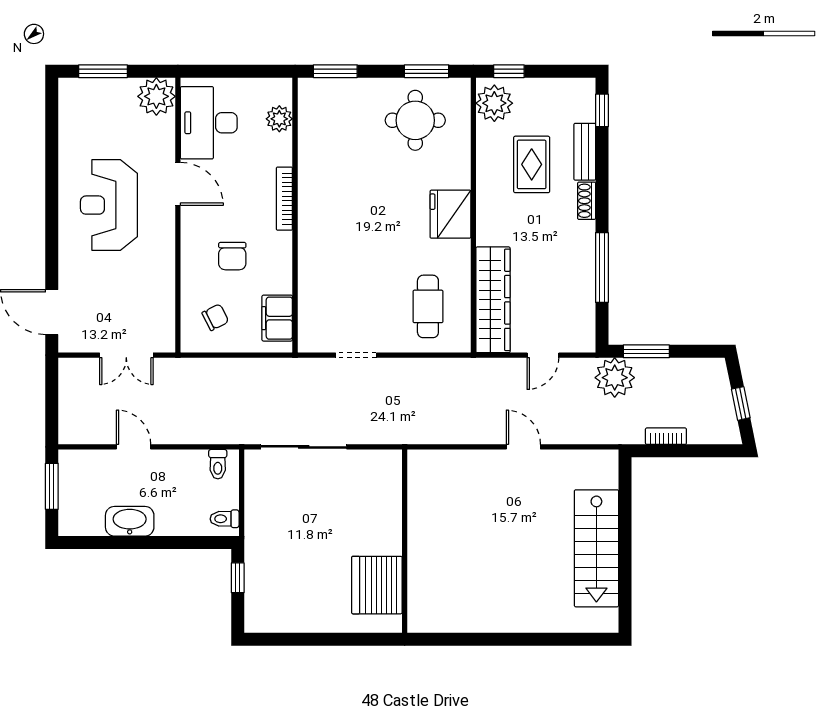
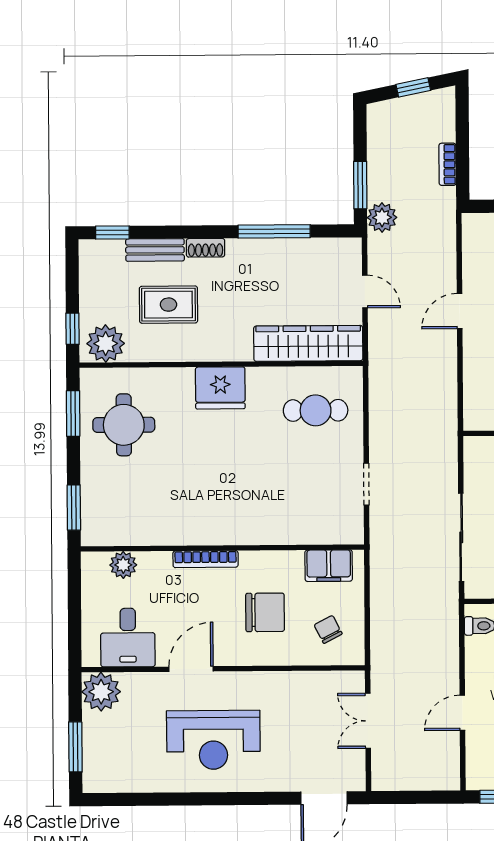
desk: (209, 123) -> (128, 638), width x0.73
chair: (232, 256) -> (265, 612), width x1.37, depth x1.37
double door: (126, 355) -> (368, 721), swing flipped
plant: (615, 378) -> (382, 217), width x0.73, depth x0.73

